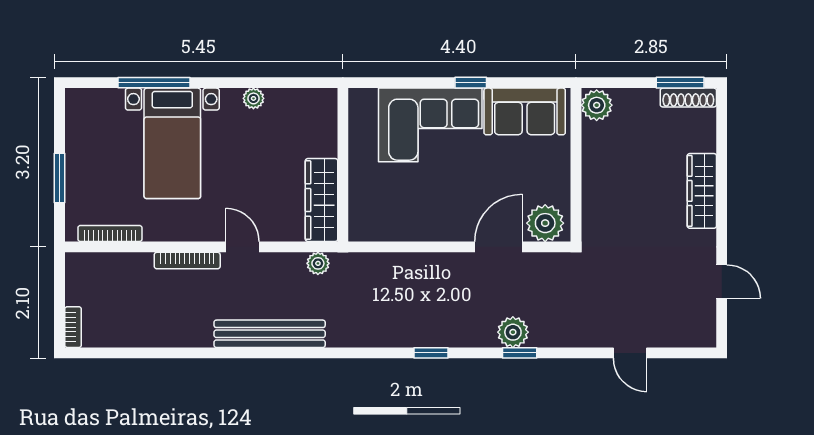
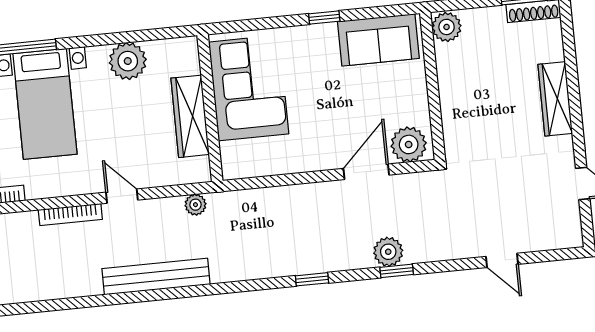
plant: (253, 98) -> (128, 61), width x1.87, depth x1.87
corner sofa: (430, 125) -> (249, 88), moved, turned -90
wardrobe: (322, 200) -> (190, 116), moved

